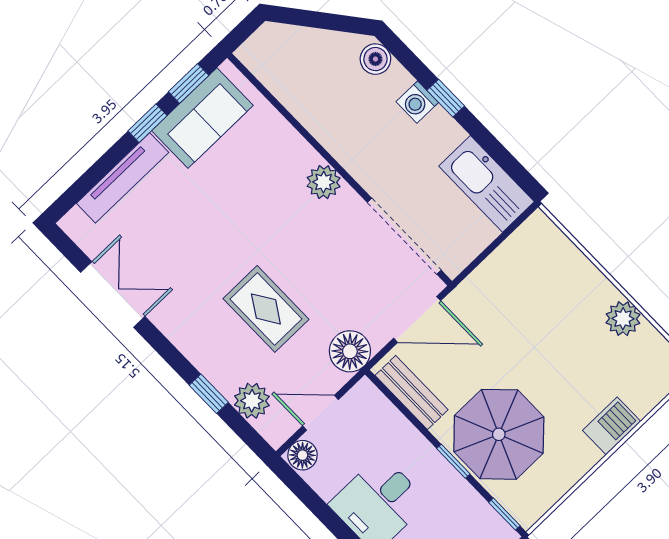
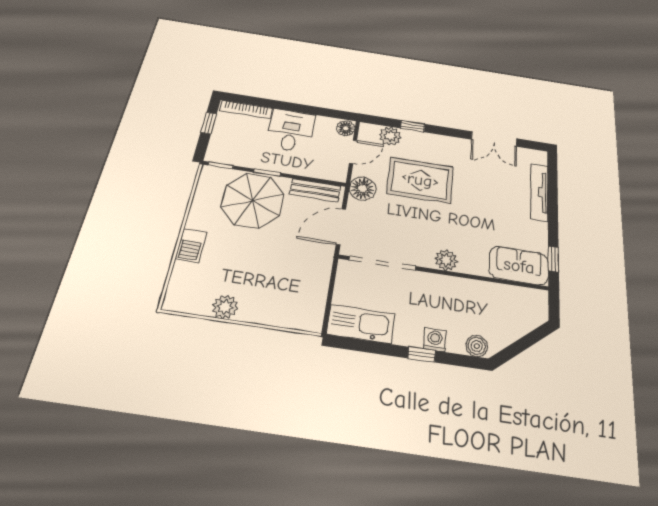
sofa: (202, 118) -> (519, 266), moved, turned 90
window: (148, 123) -> (553, 225), removed
rug: (266, 309) -> (420, 180), width x1.36, depth x1.43

